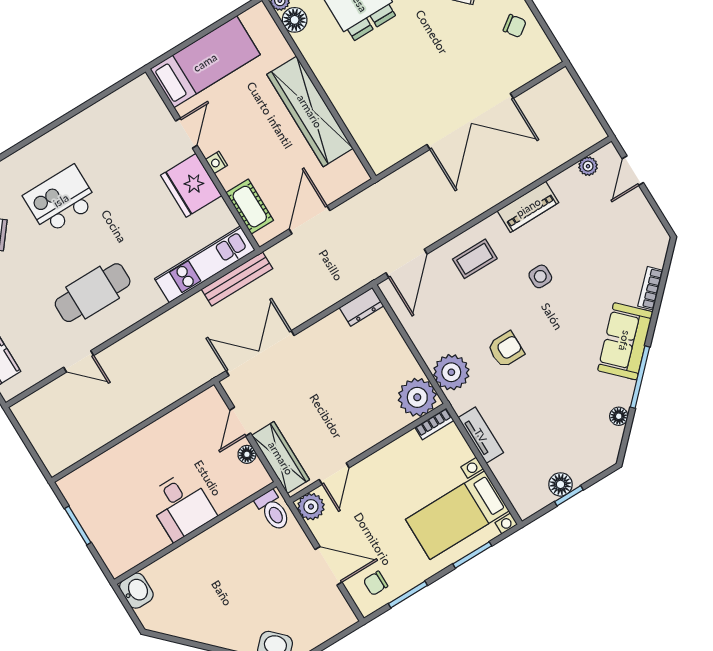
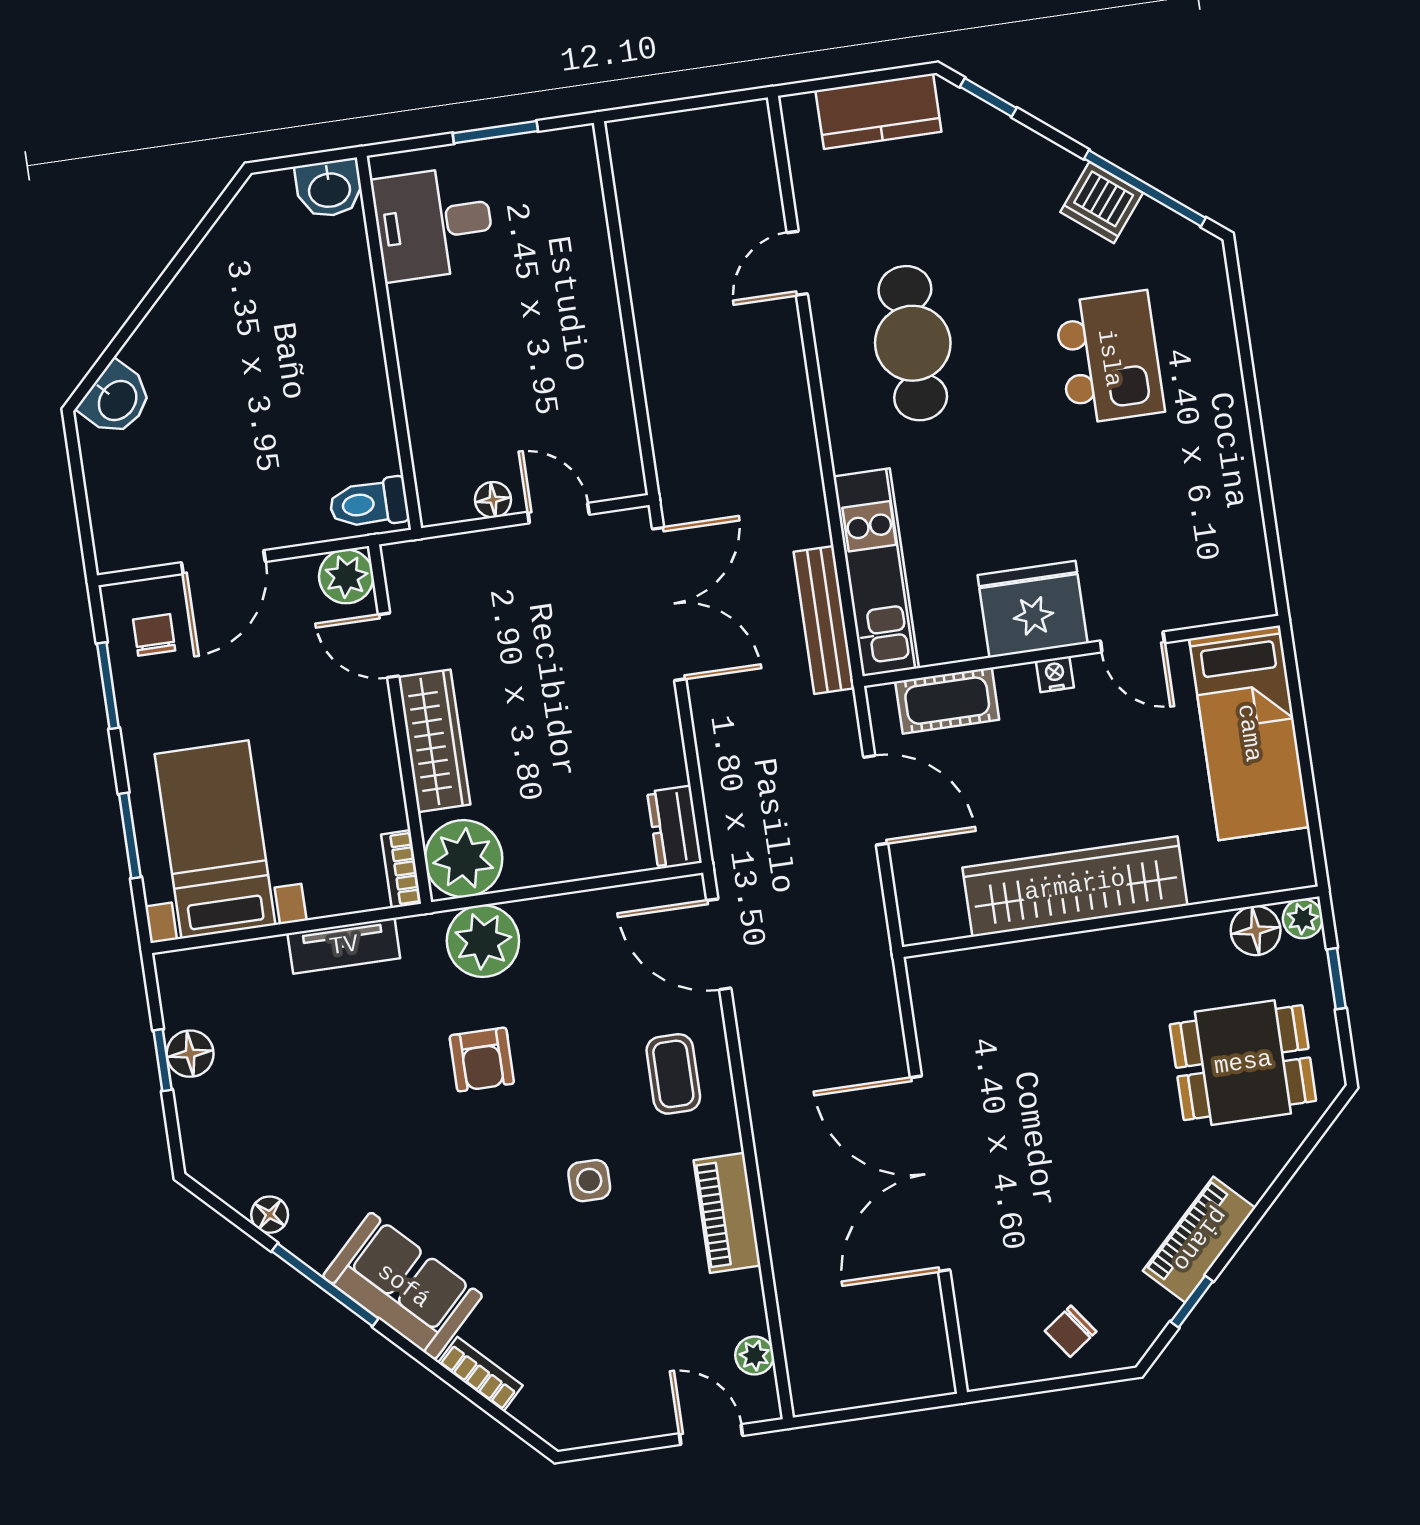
wardrobe: (281, 458) -> (434, 741), moved, turned -90
desk: (181, 506) -> (434, 223), moved

